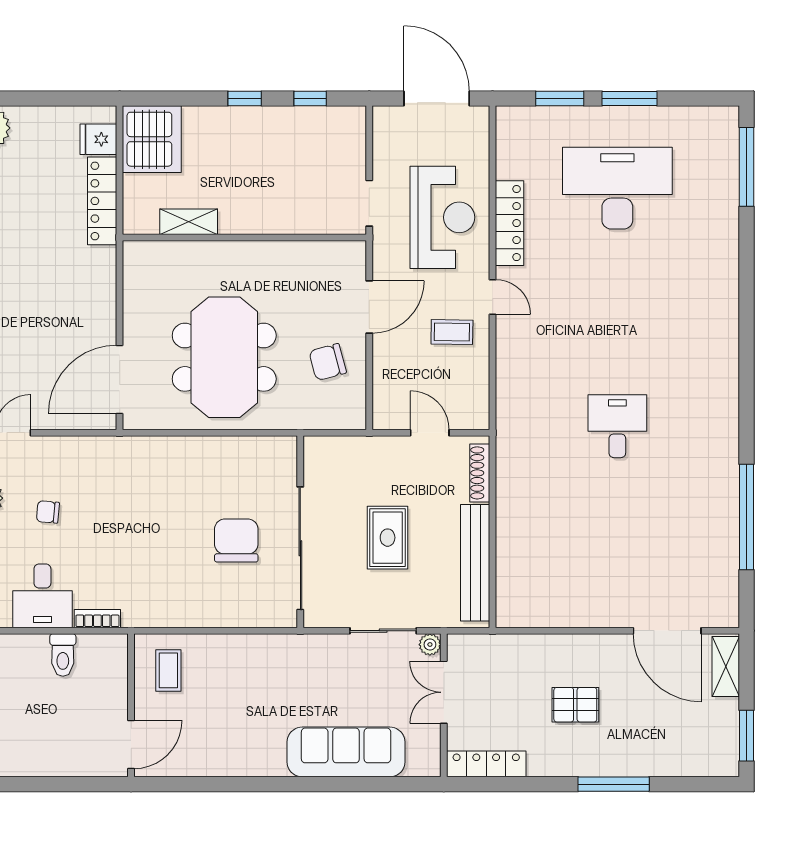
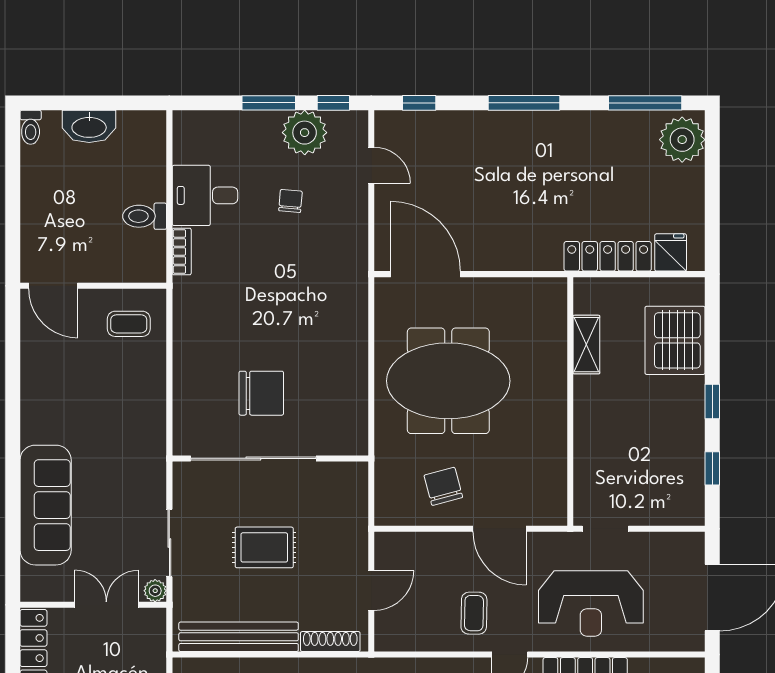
server rack: (152, 139) -> (675, 340), moved, turned 90

